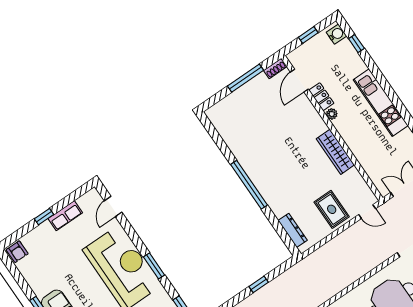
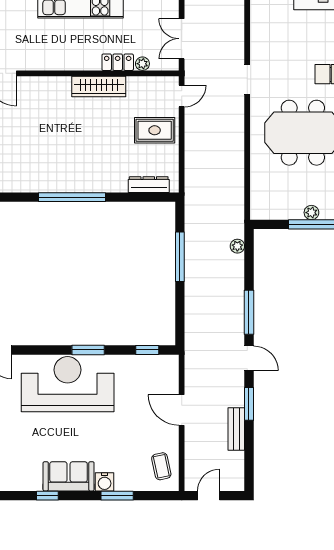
locker: (321, 97) -> (118, 62), moved
plant: (332, 114) -> (142, 64), moved
window: (259, 284) -> (180, 257), width x2.17

